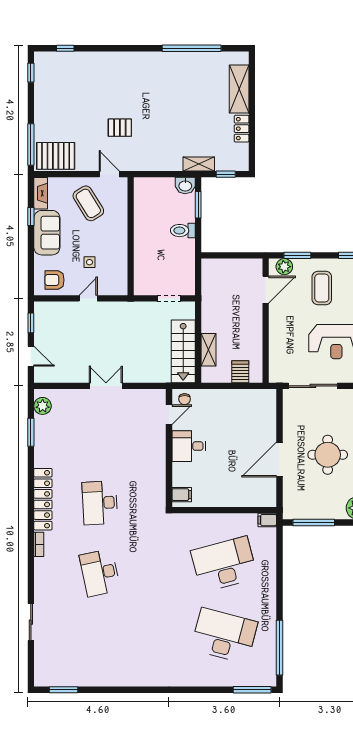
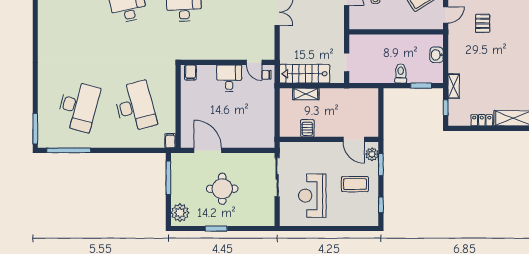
washbasin: (185, 185) -> (437, 55), moved
server rack: (240, 372) -> (307, 128), moved, turned -90
door: (279, 460) -> (208, 150), moved

